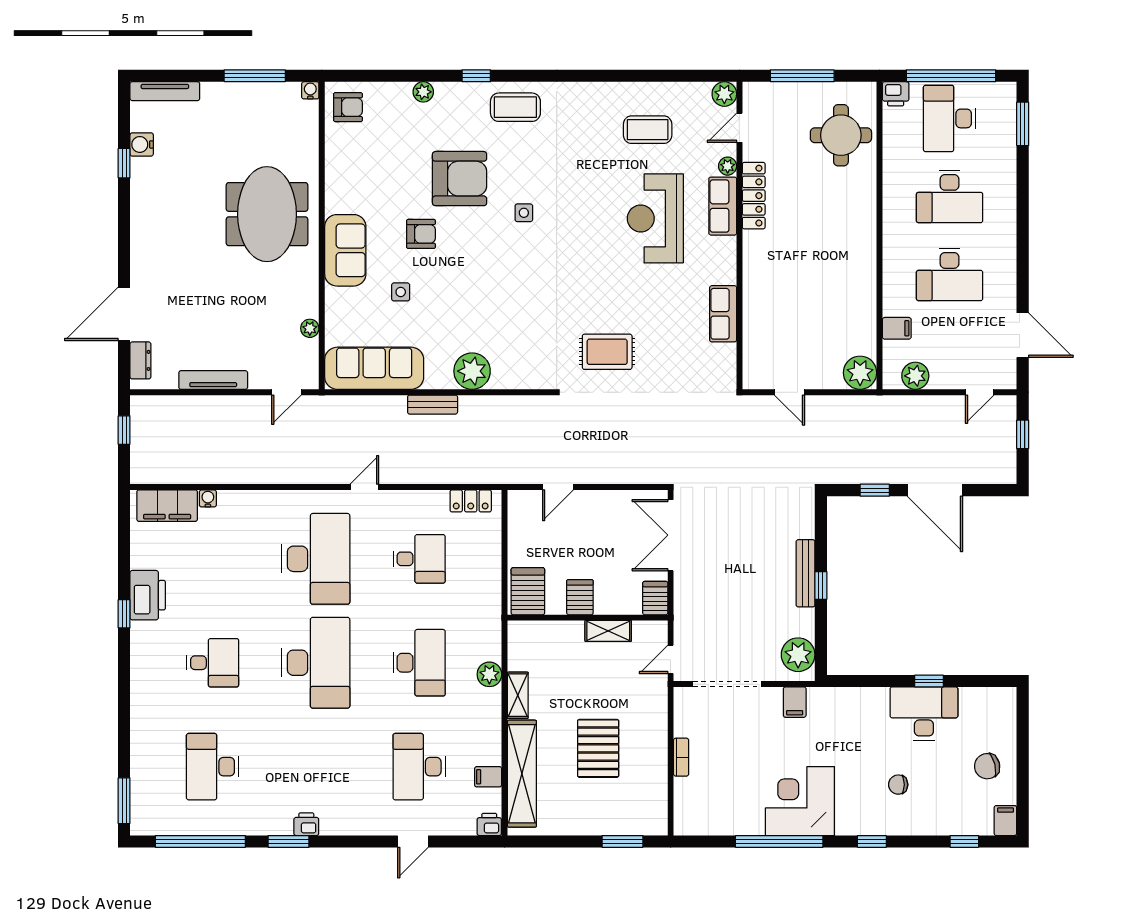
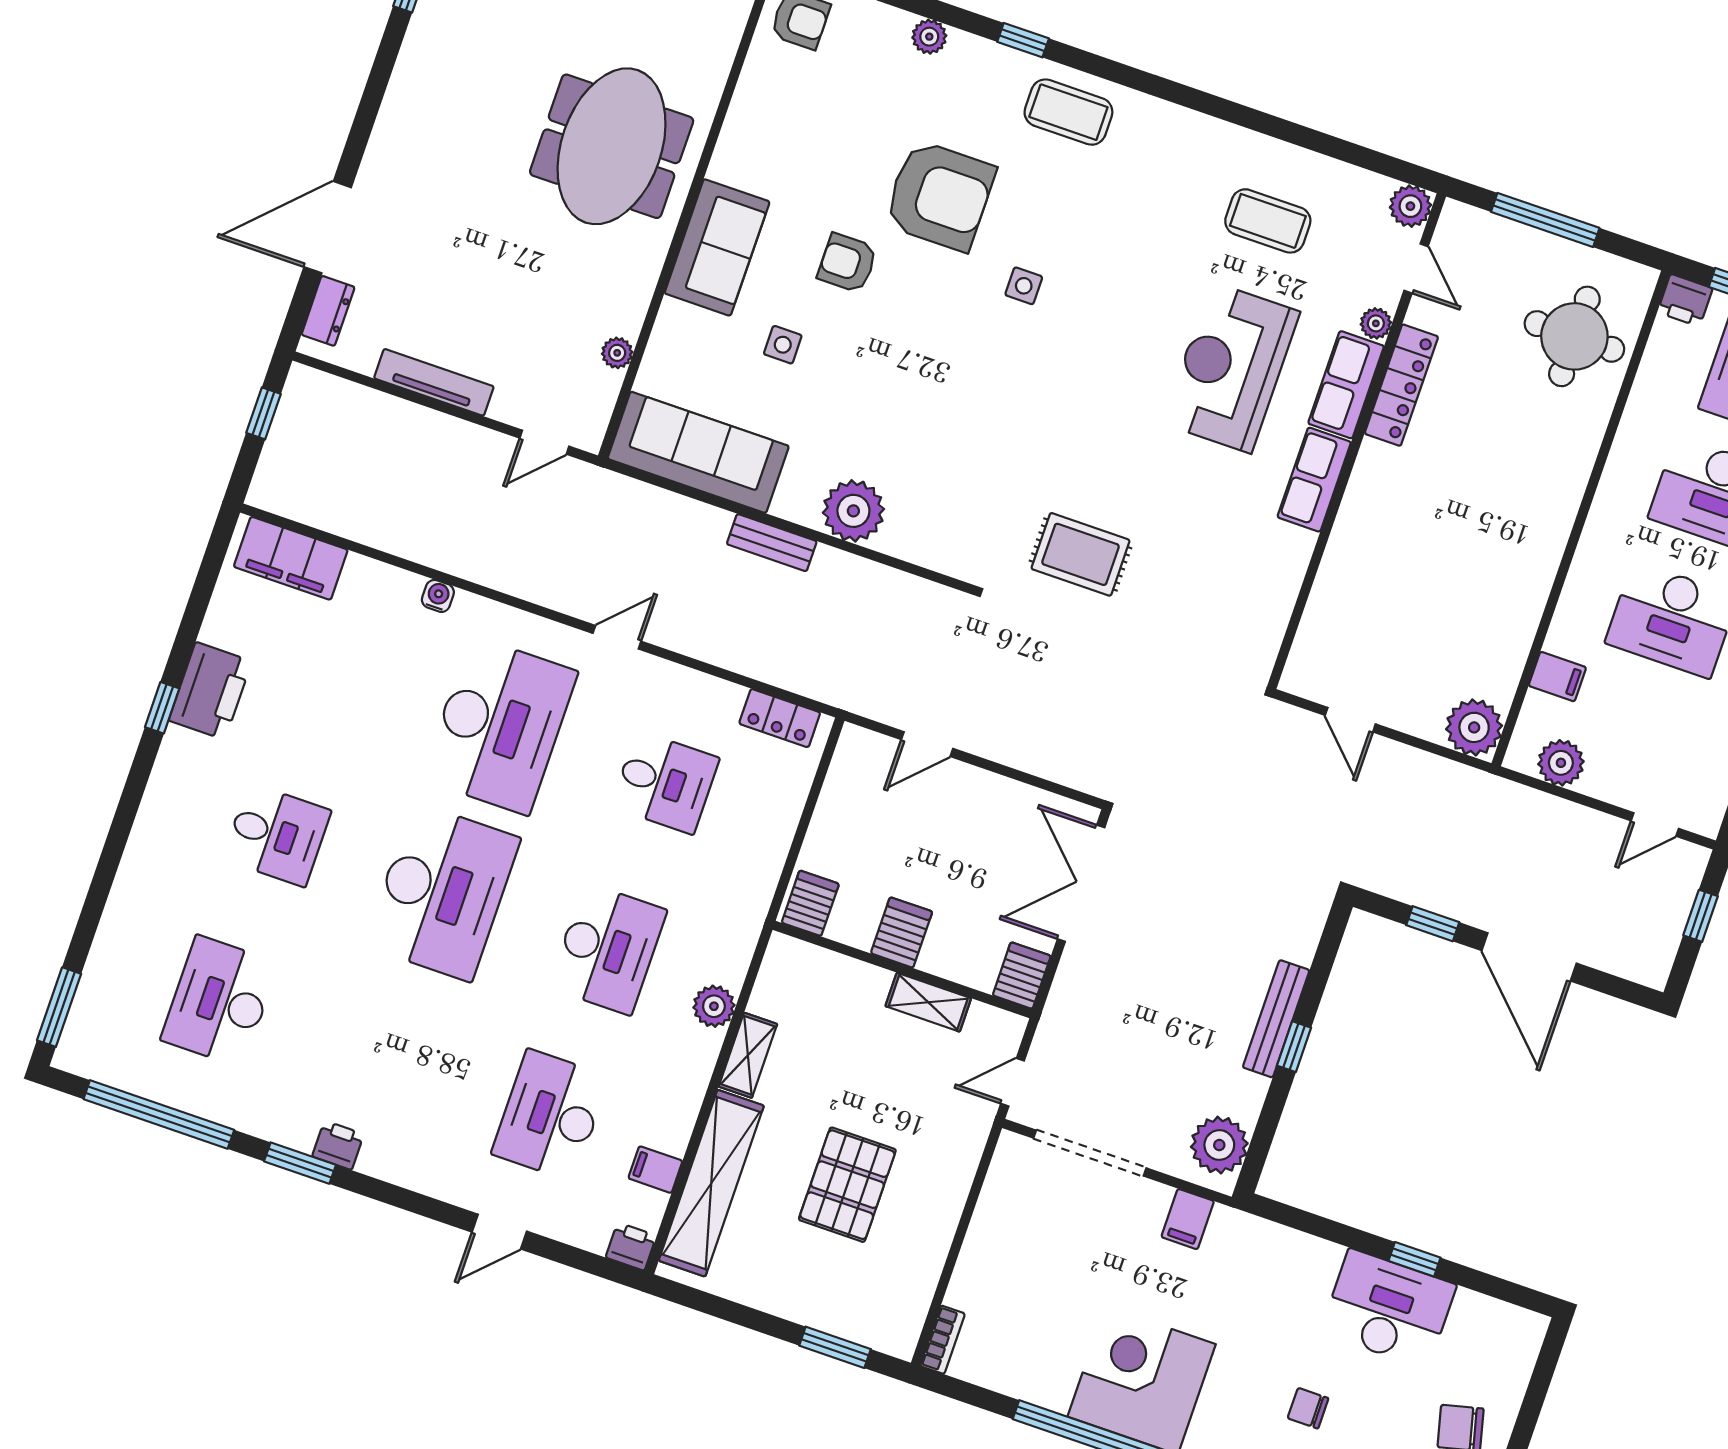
door: (739, 128) -> (1416, 269), swing flipped
armchair: (421, 234) -> (847, 263), turned 180
row of seats: (723, 314) -> (1314, 480), moved
water cooler: (208, 498) -> (438, 596), moved
server rack: (528, 591) -> (810, 903), width x0.73, depth x0.70
bookcase: (681, 757) -> (943, 1340), moved

